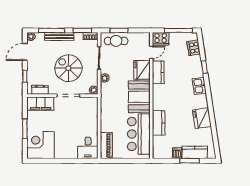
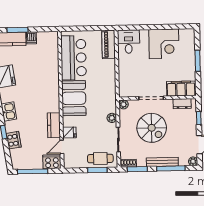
cooker: (194, 48) -> (14, 140), moved
fridge: (142, 70) -> (69, 133), width x0.53, depth x0.75
kitchen counter: (159, 123) -> (52, 70), removed
corner desk: (40, 145) -> (164, 44), moved

